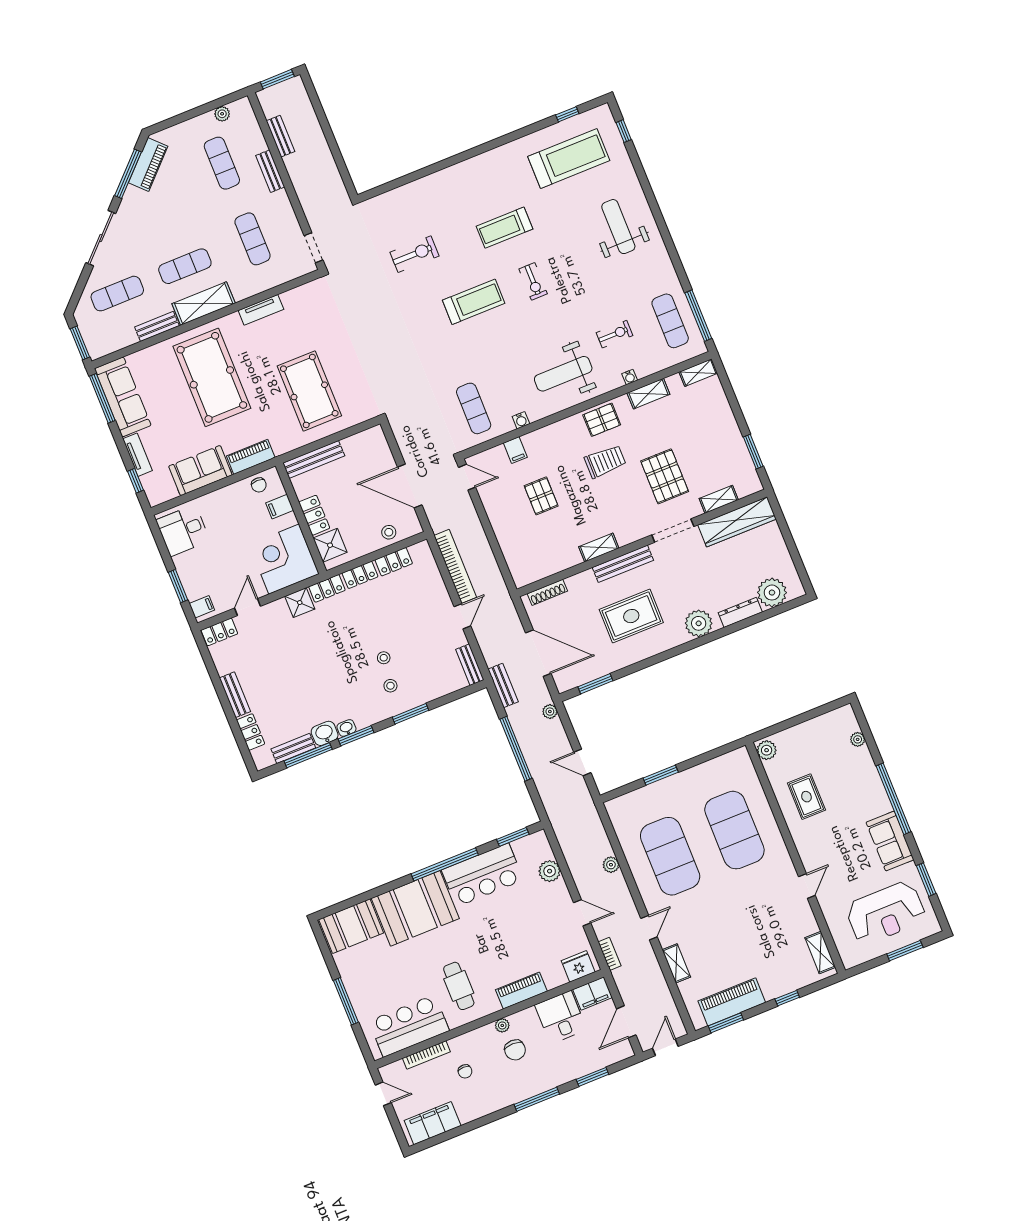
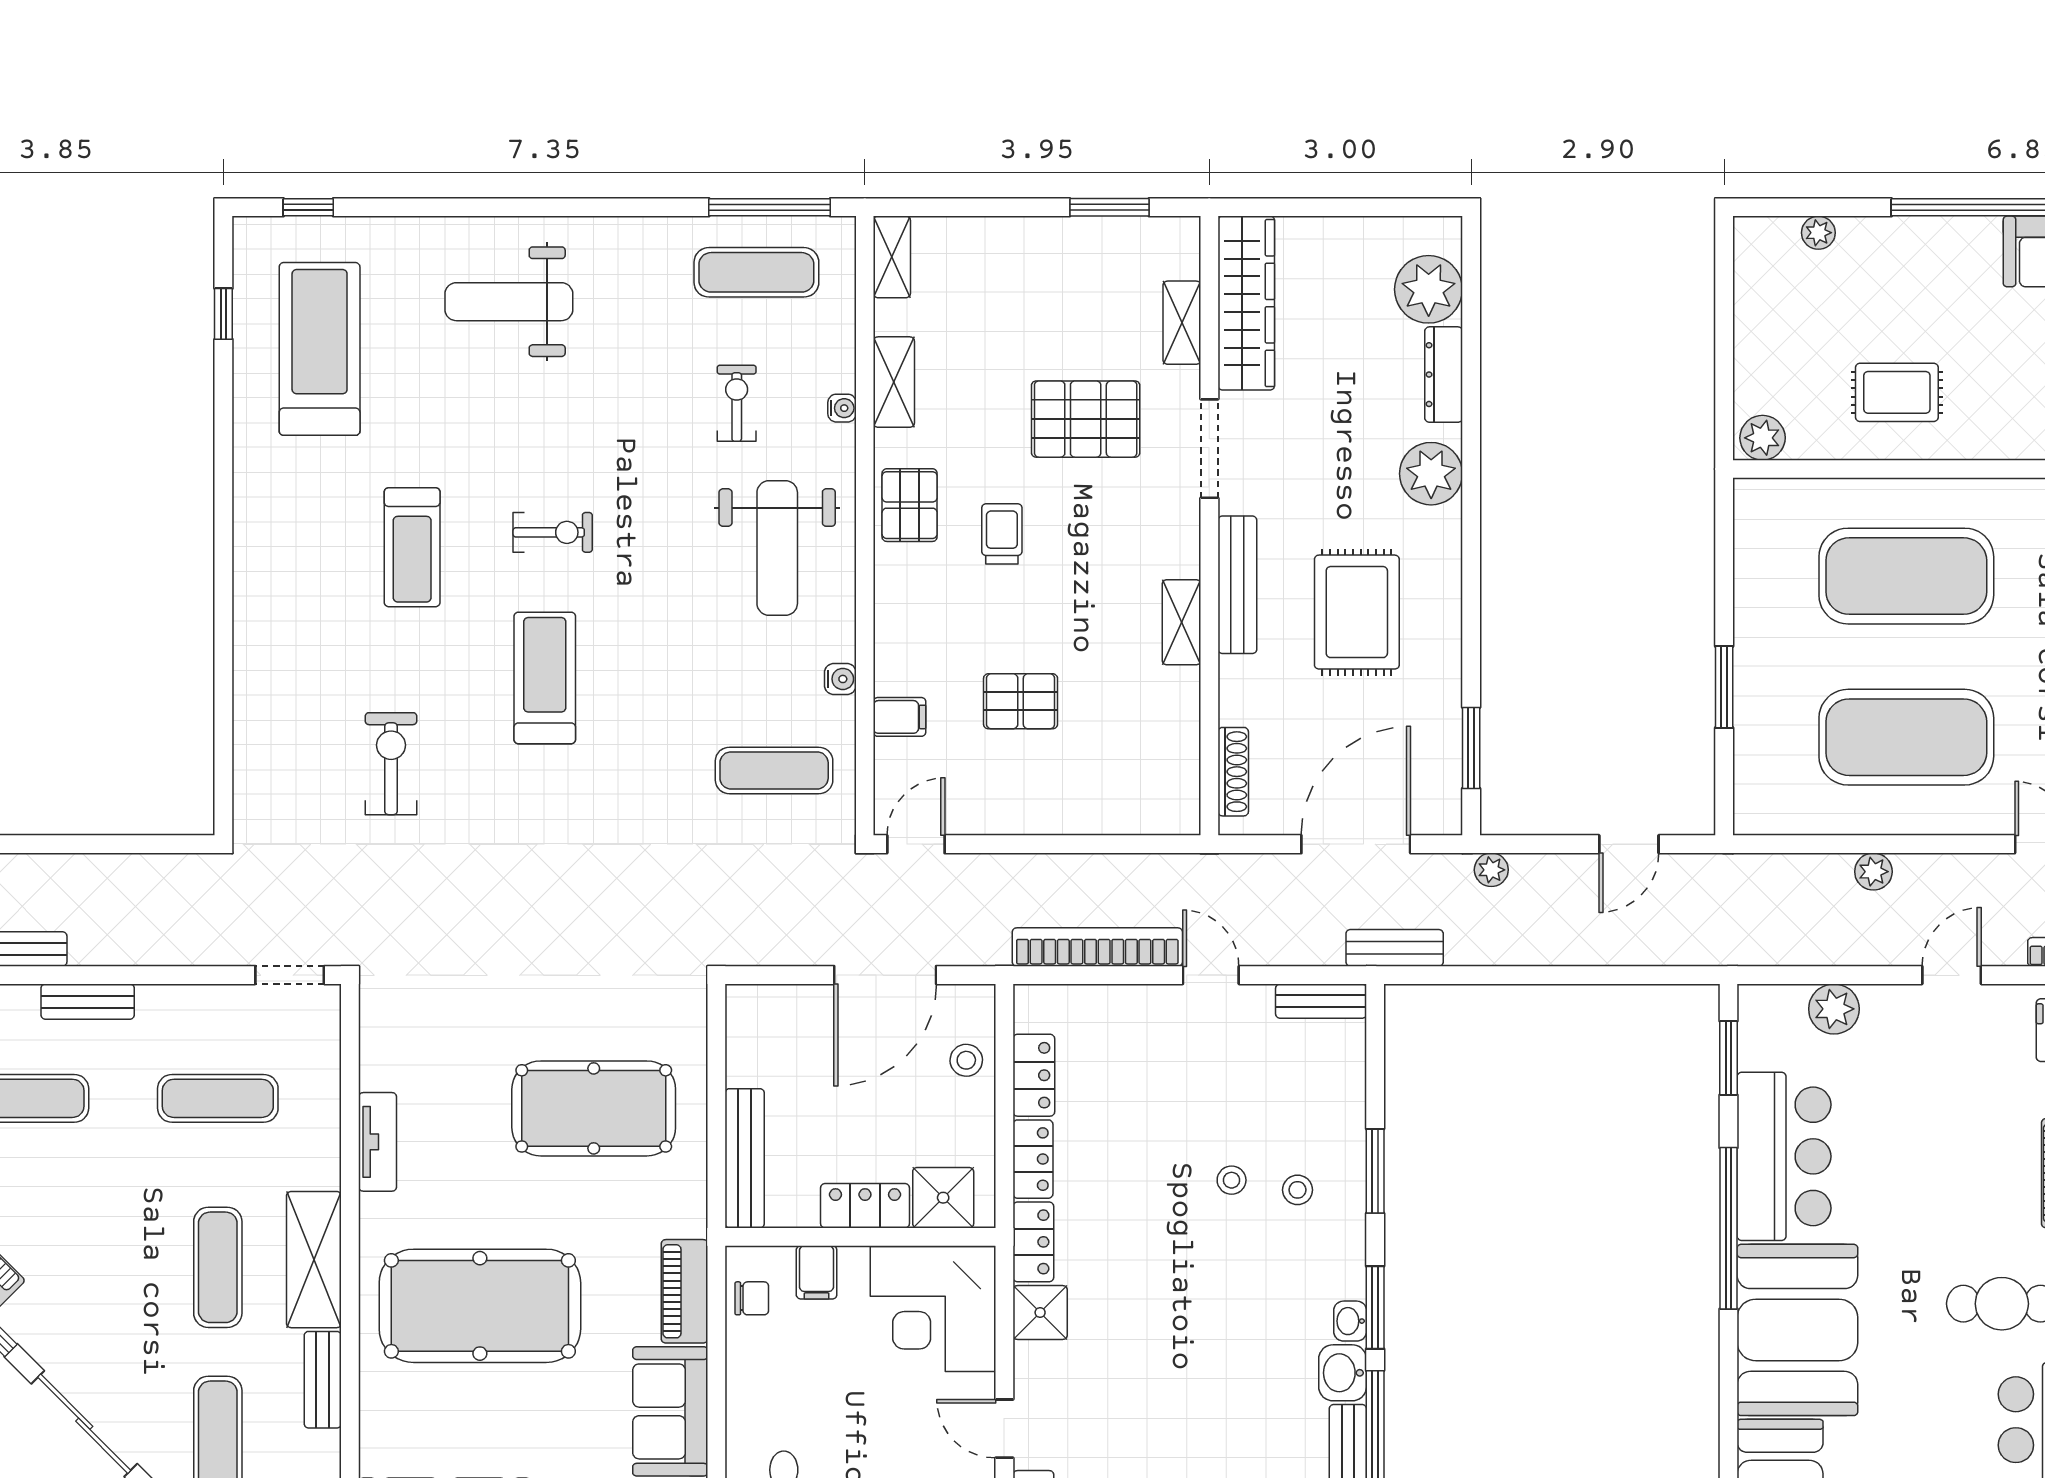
trolley: (605, 461) -> (1002, 534), width x0.73, depth x0.72
window: (516, 749) -> (1542, 975), removed

